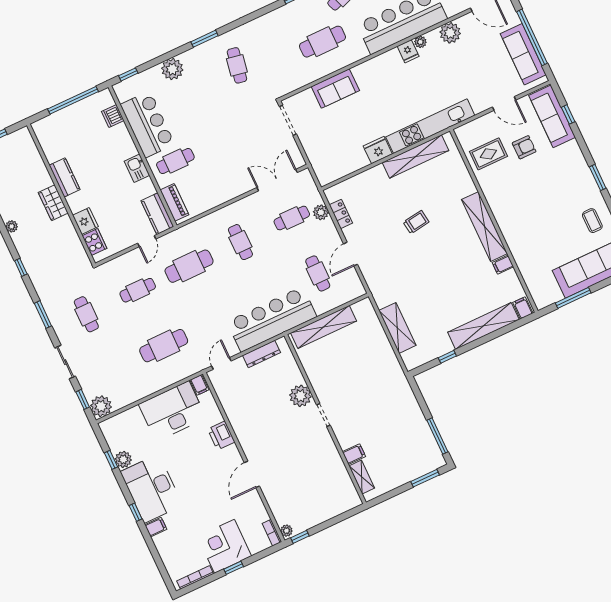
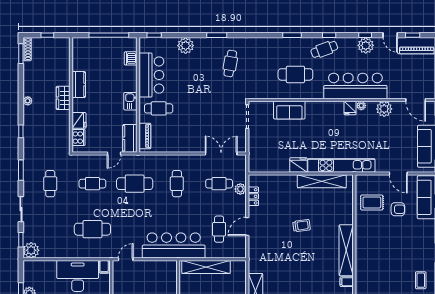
dresser: (262, 354) -> (156, 266), removed

